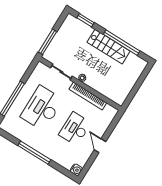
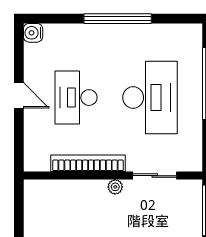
desk: (75, 129) -> (76, 98), turned 180

